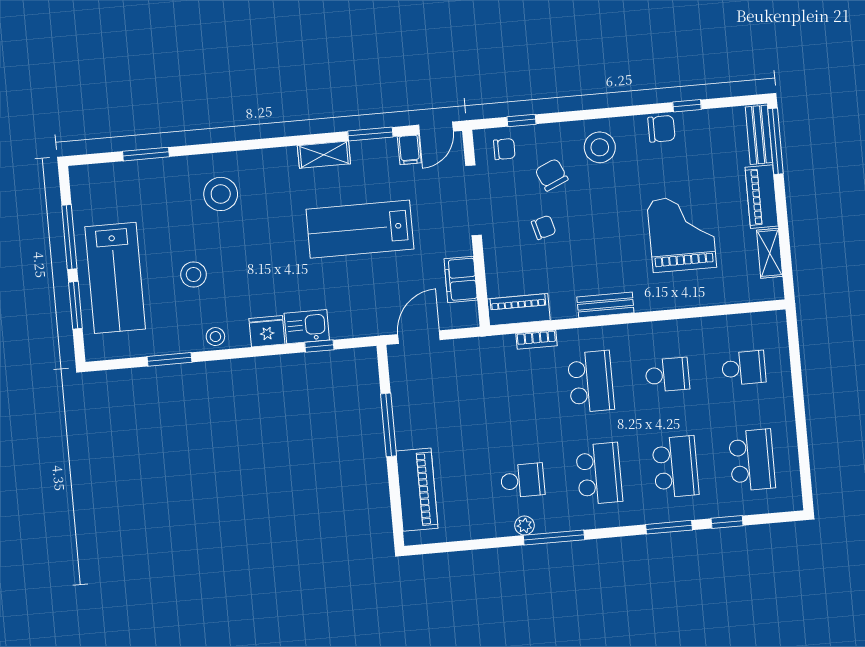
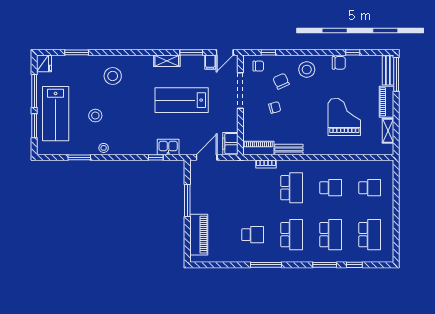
filing cabinet: (461, 279) -> (230, 144), moved
bench: (605, 305) -> (289, 149), moved
kitchen sink: (307, 327) -> (168, 147), moved
fridge: (267, 331) -> (44, 63), moved, turned 90
plant: (525, 526) -> (252, 258), removed

